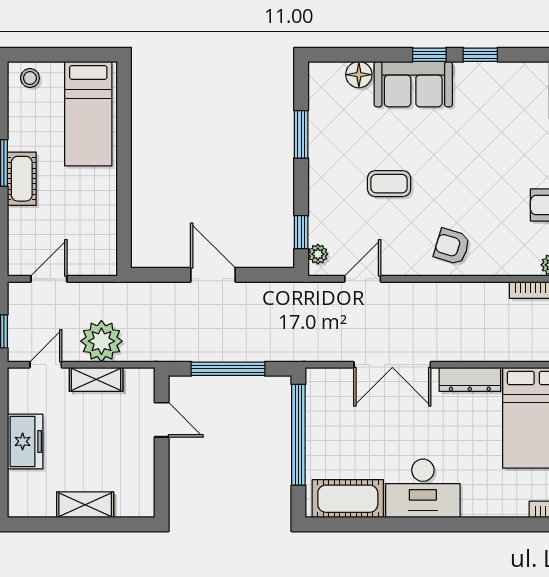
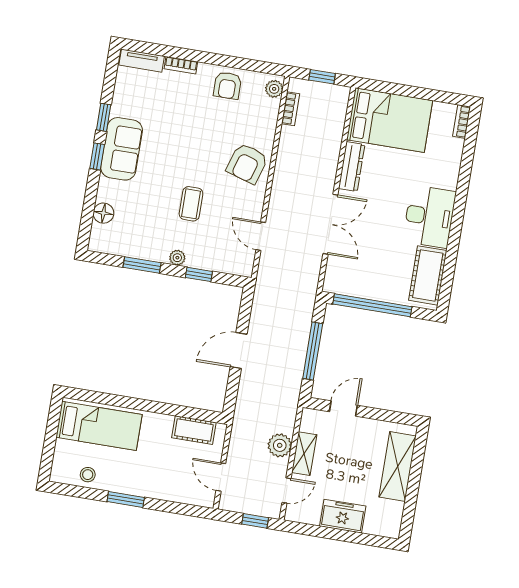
stool: (30, 78) -> (88, 475), moved
sofa: (413, 84) -> (122, 149), moved
cot: (22, 179) -> (194, 430), moved
window: (301, 232) -> (199, 274), moved
armchair: (452, 246) -> (247, 163), width x1.38, depth x1.38
plant: (318, 254) -> (177, 258), moved
plant: (101, 341) -> (280, 445), width x0.73, depth x0.73
door: (46, 365) -> (286, 490), swing flipped
shelving: (85, 505) -> (398, 466), width x1.50, depth x1.33

